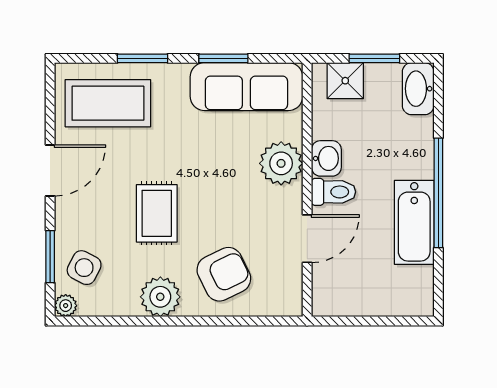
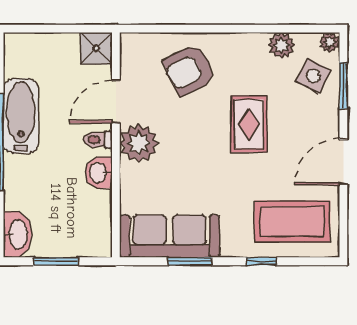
window: (143, 58) -> (262, 261), width x0.67
shower: (345, 81) -> (96, 48), moved
plant: (281, 163) -> (139, 143), moved
toilet: (334, 192) -> (98, 140), width x0.73, depth x0.72
plant: (160, 297) -> (282, 45), moved, width x0.73, depth x0.73

